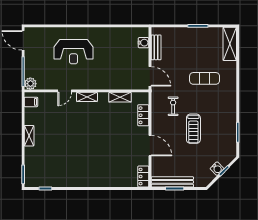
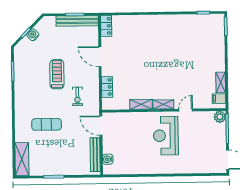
bench: (156, 47) -> (95, 155), width x1.36
reception desk: (74, 52) -> (166, 136), moved, turned -90
shelving: (120, 97) -> (141, 104), moved
shelving: (29, 136) -> (221, 82), moved

